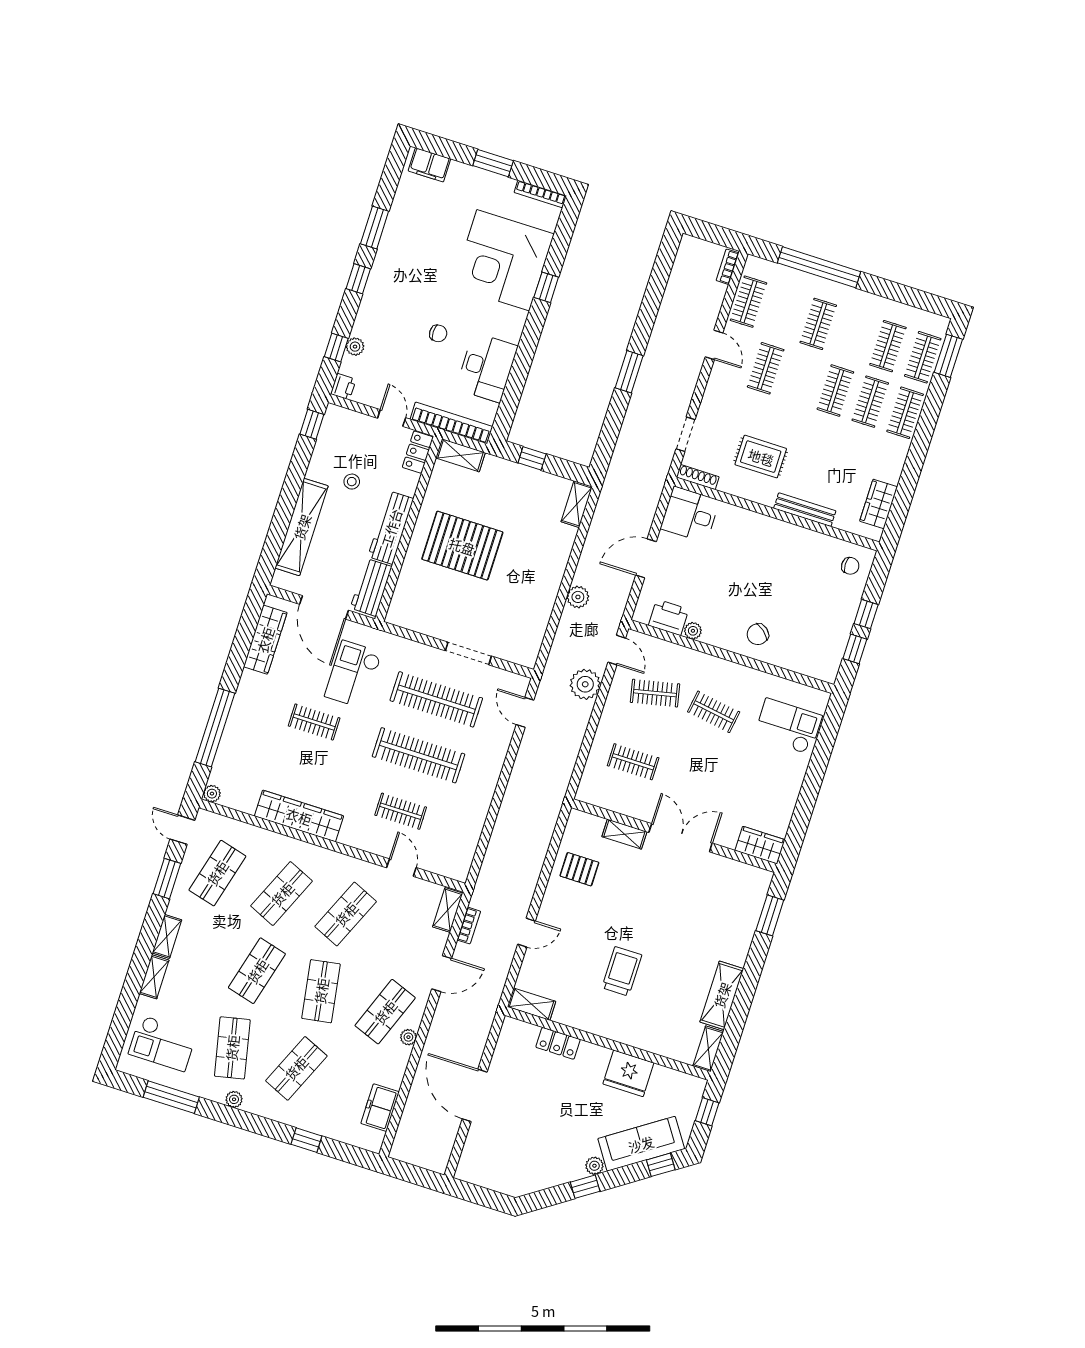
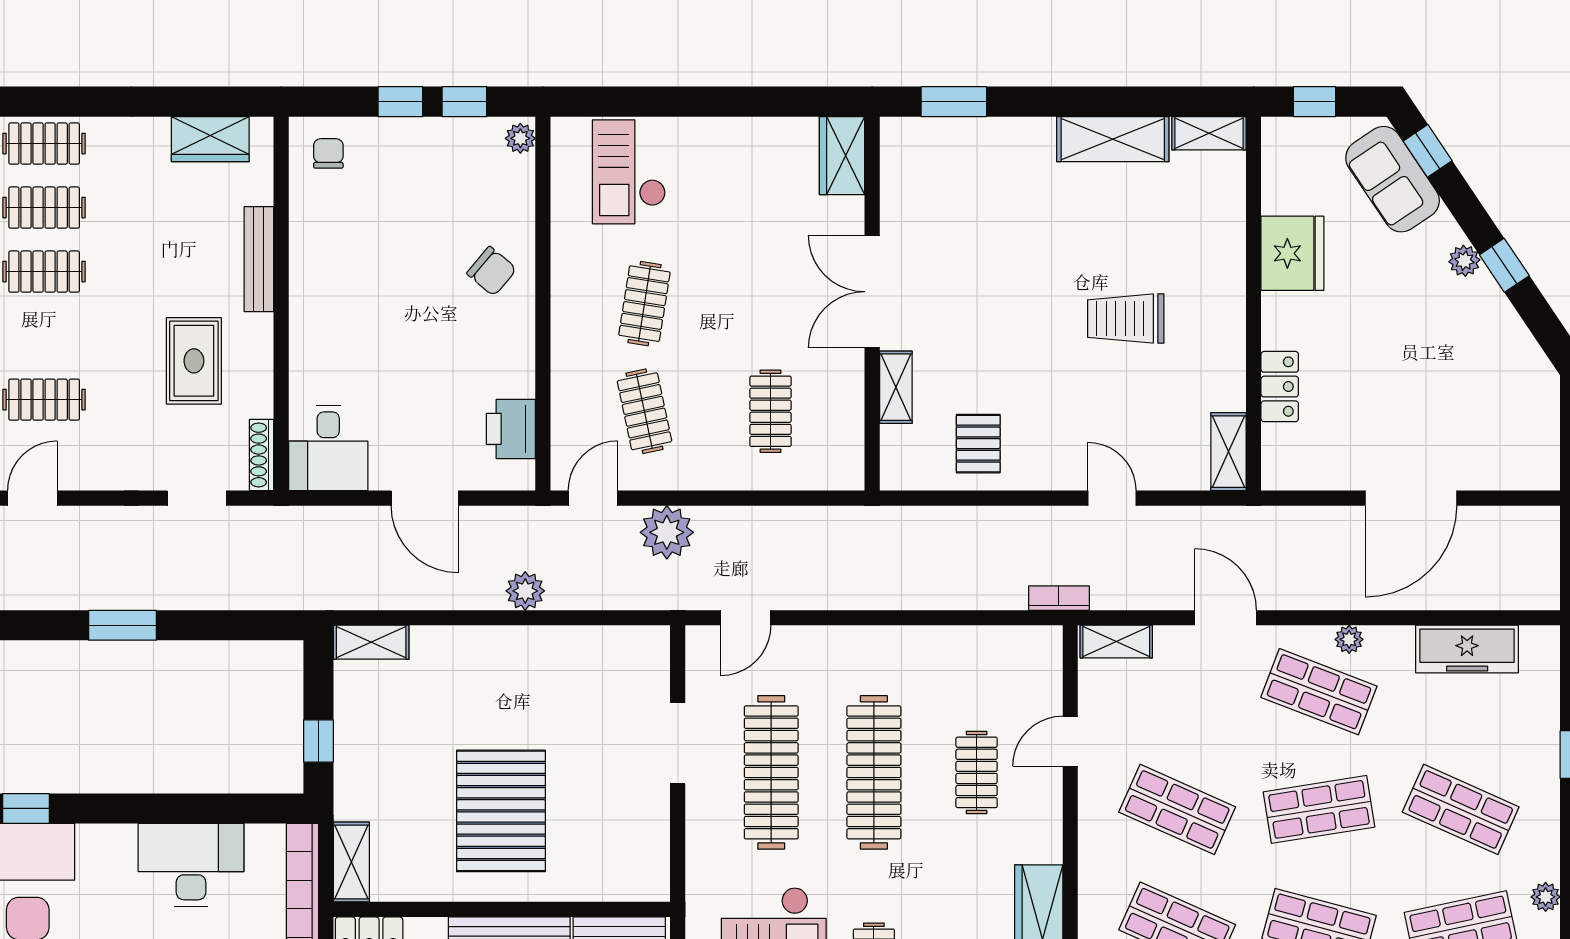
plant: (693, 631) -> (520, 138), moved
bookcase: (469, 926) -> (1059, 598), moved
freezer: (380, 1108) -> (1467, 649), width x1.40
sofa: (641, 1144) -> (1393, 179), width x0.73

